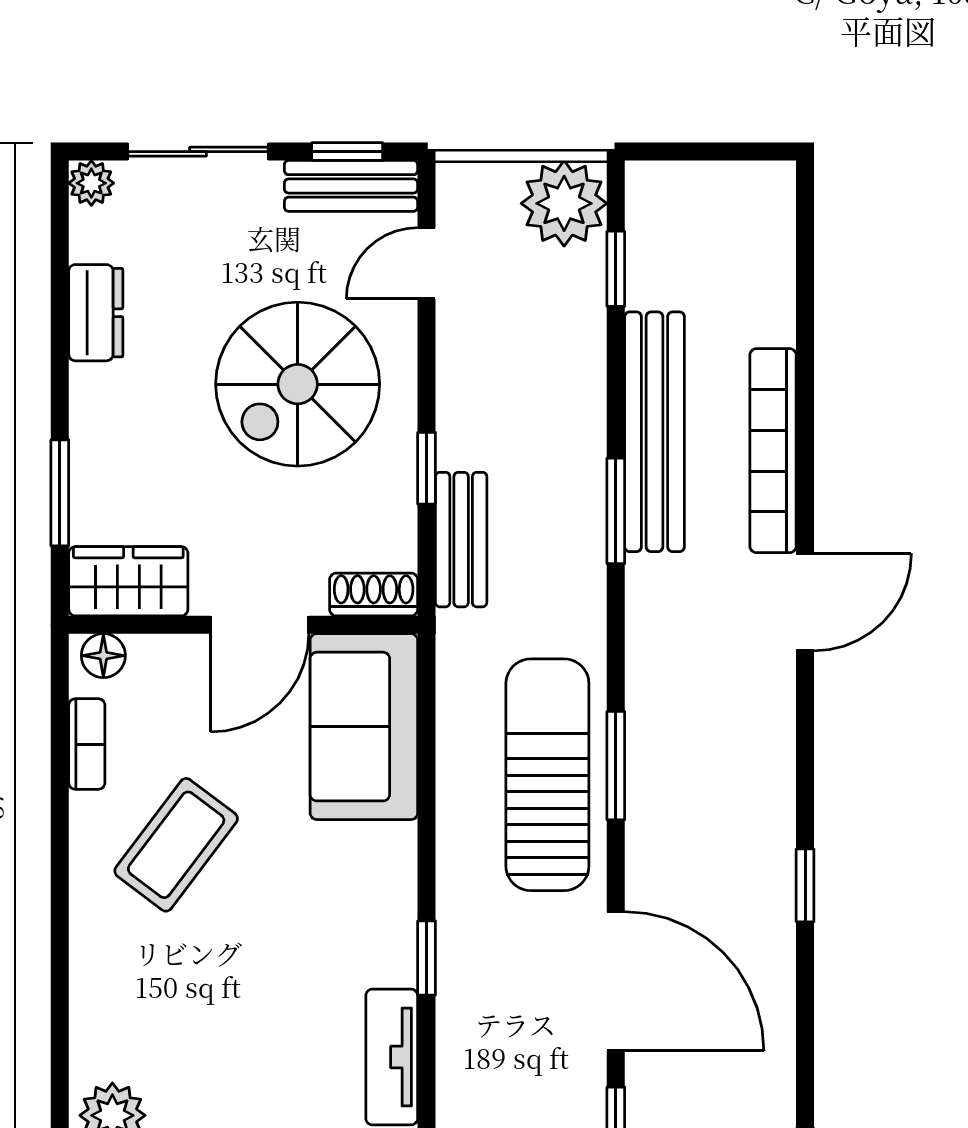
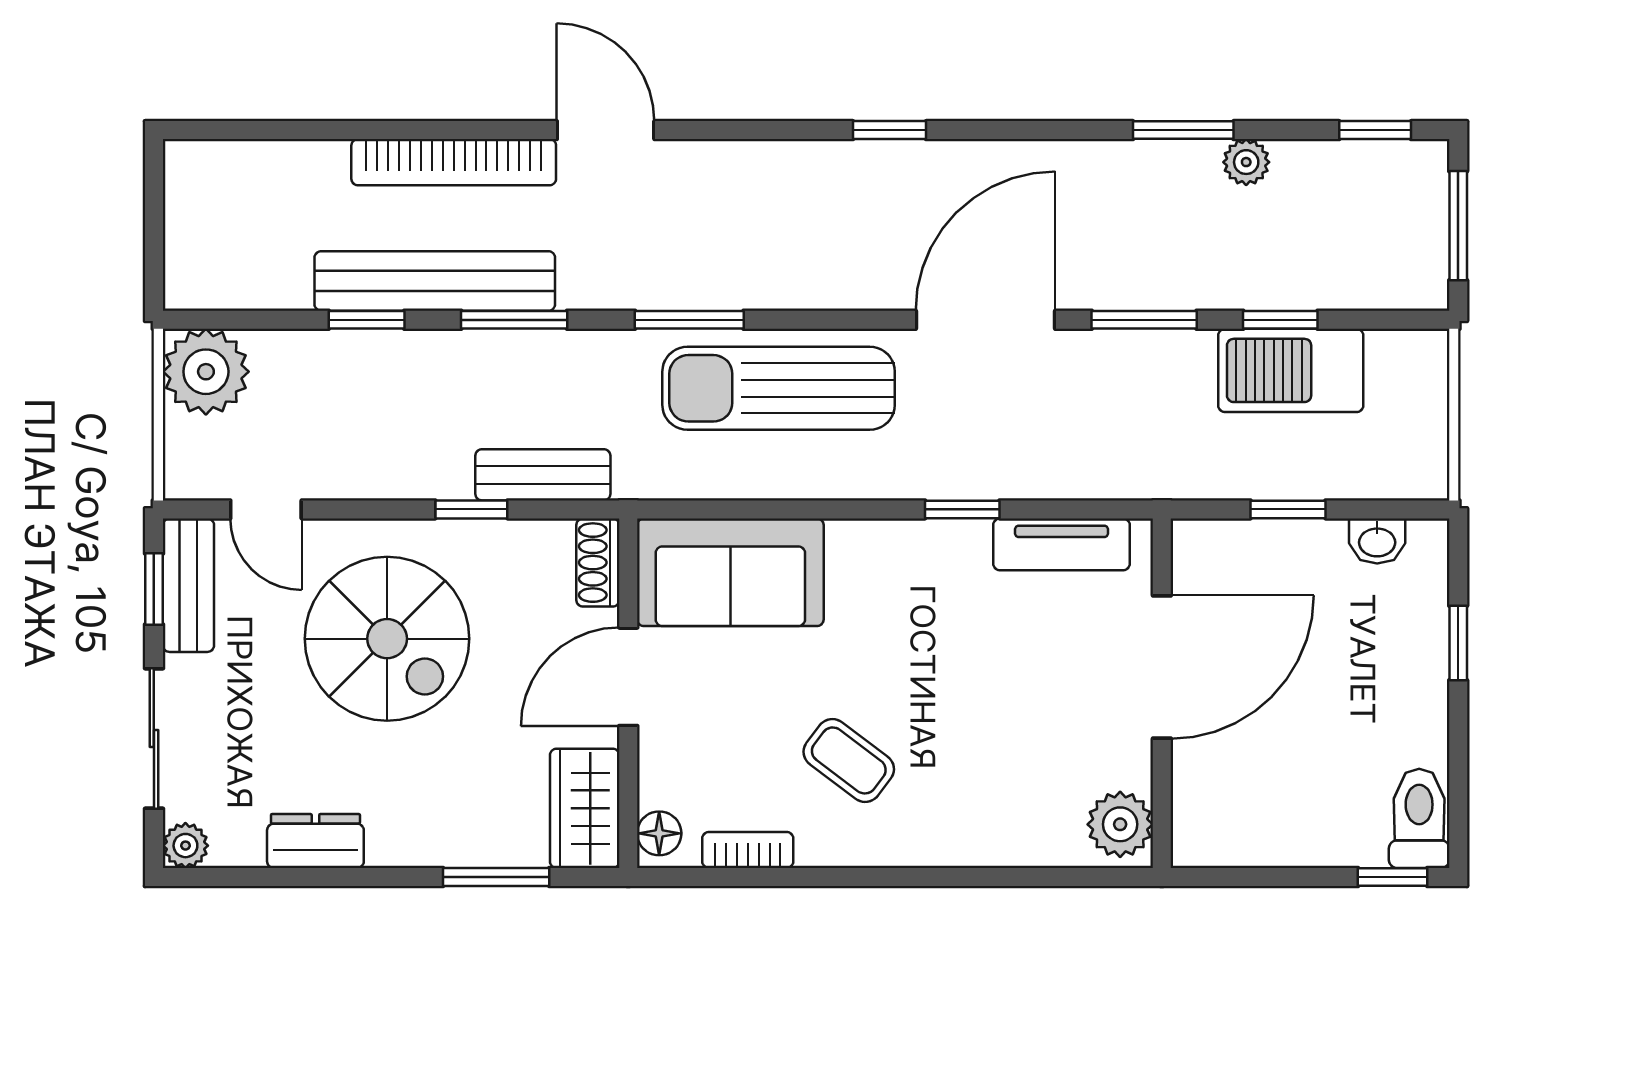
window: (616, 269) -> (367, 320), moved
door: (260, 625) -> (628, 677), swing flipped
window: (616, 766) -> (689, 320), moved
coffee table: (176, 845) -> (849, 760), width x0.73, depth x0.77

